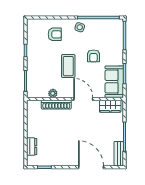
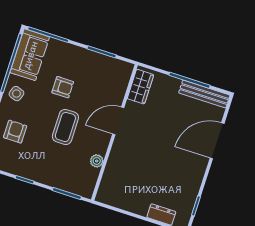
coffee table: (68, 66) -> (65, 127), turned 90
sofa: (114, 82) -> (30, 55), moved, turned -90
shoe rack: (56, 105) -> (114, 161), removed
bench: (119, 154) -> (204, 94), width x1.36

